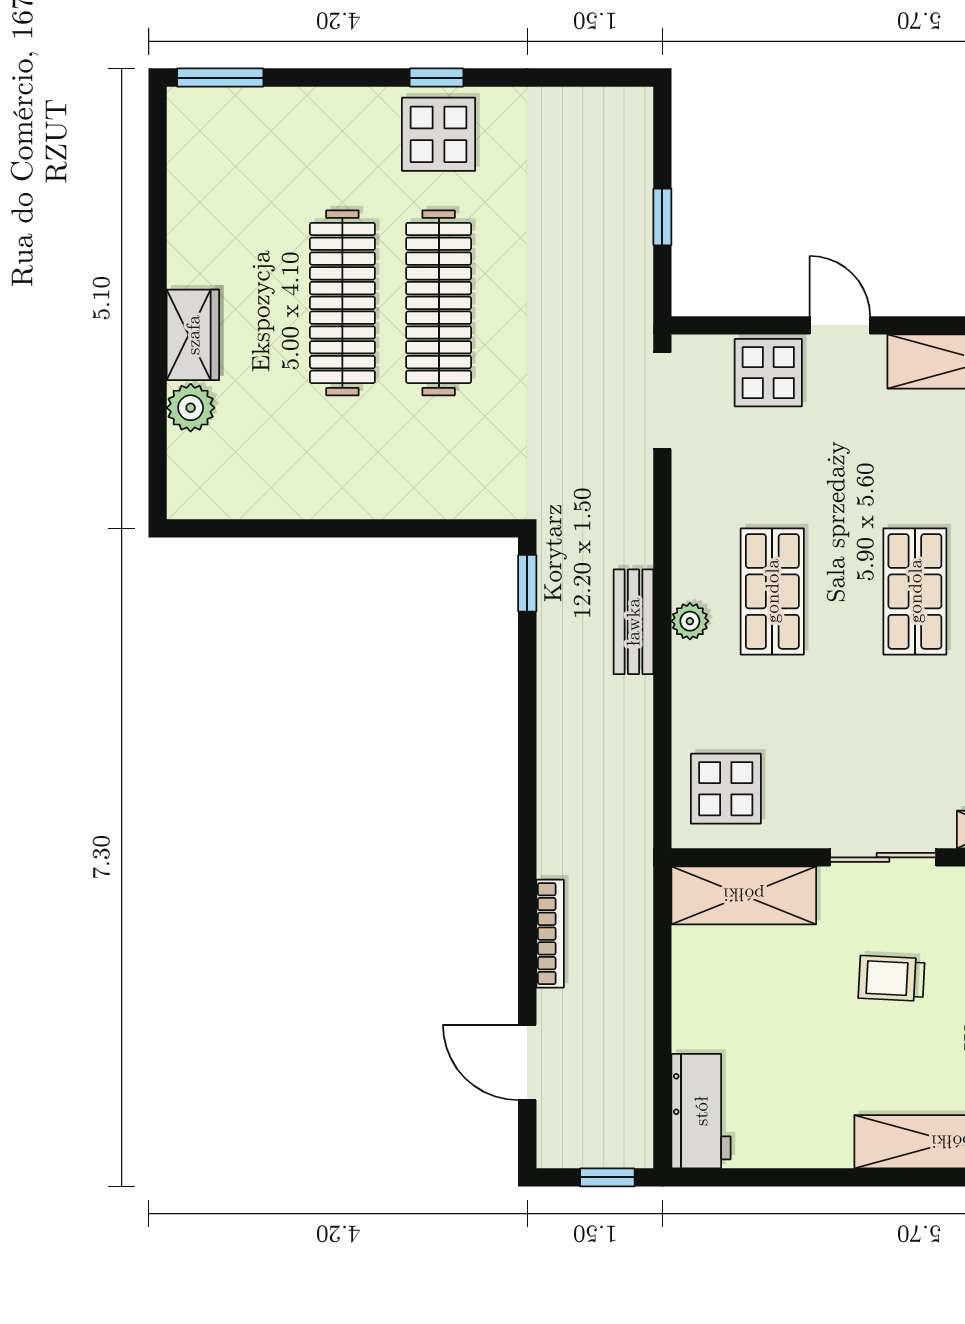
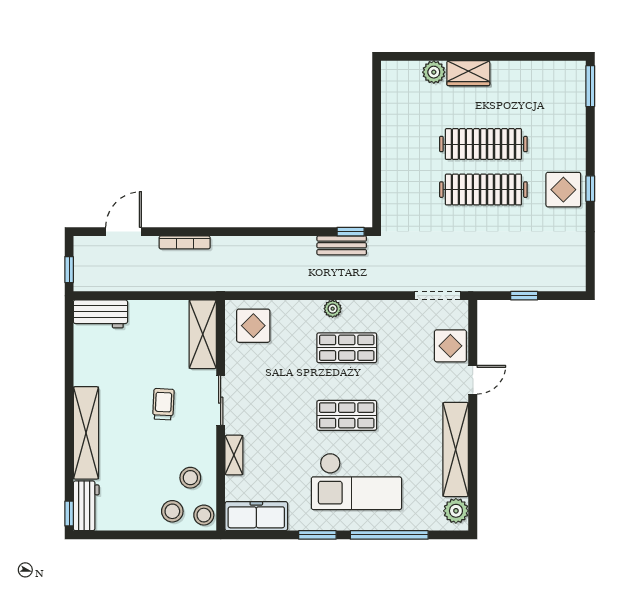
bench: (633, 622) -> (342, 245), moved

